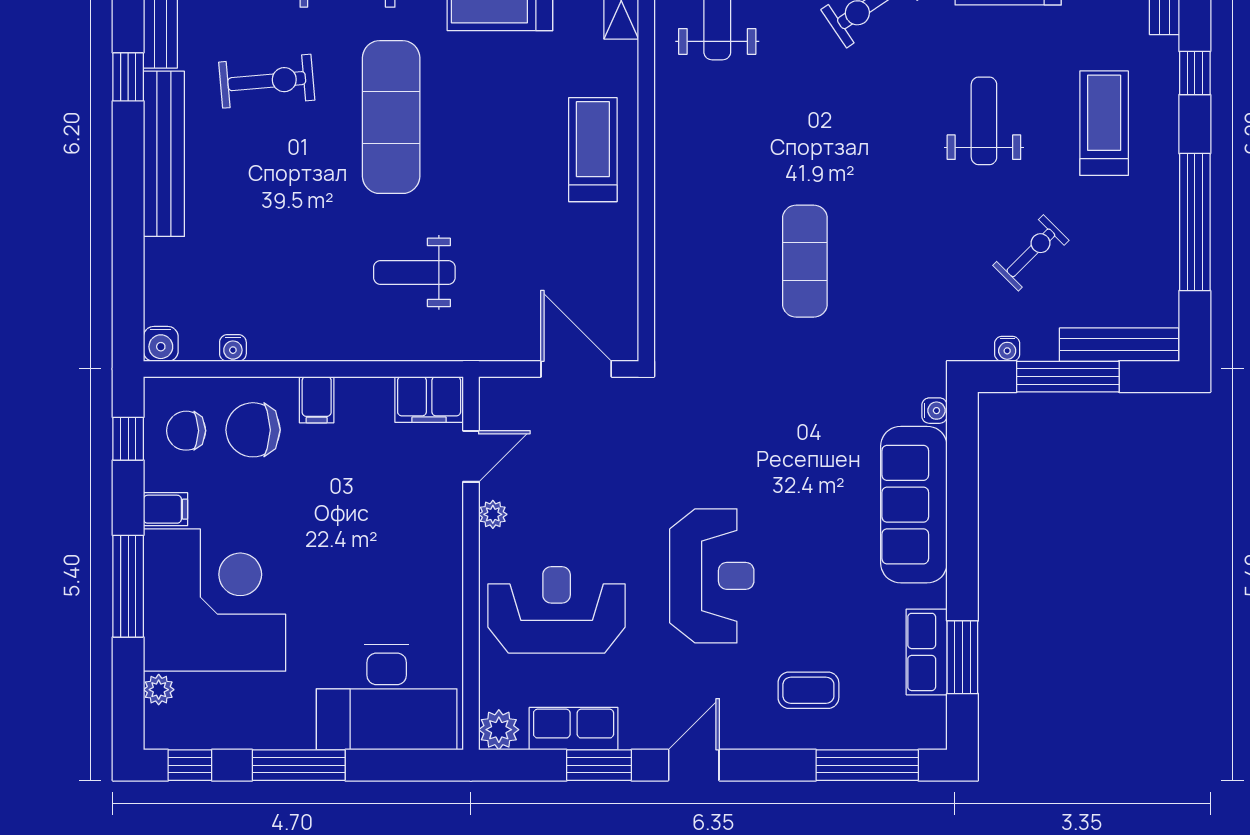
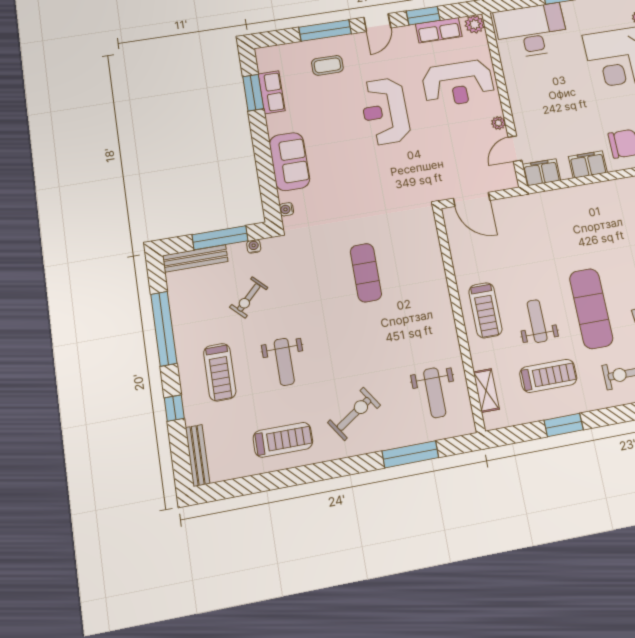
weight bench: (414, 272) -> (537, 321), moved, turned -90
filing cabinet: (317, 400) -> (588, 165), width x2.00
sofa: (914, 505) -> (289, 162), width x0.73
window: (867, 765) -> (325, 30), moved

